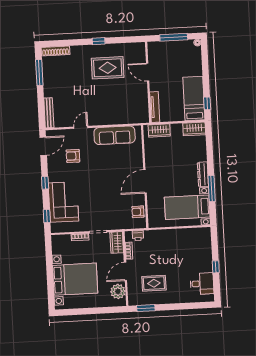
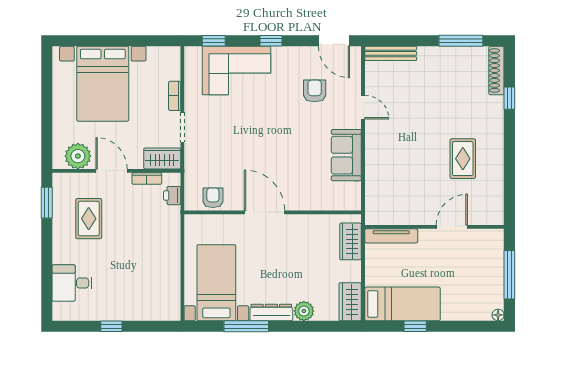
window: (99, 41) -> (509, 98), moved
rug: (108, 68) -> (463, 159), width x0.73, depth x0.70
window: (207, 103) -> (415, 326), moved
sofa: (115, 135) -> (346, 155), width x0.73
plant: (201, 155) -> (304, 311), added
desk: (202, 284) -> (72, 283), moved, turned 90

